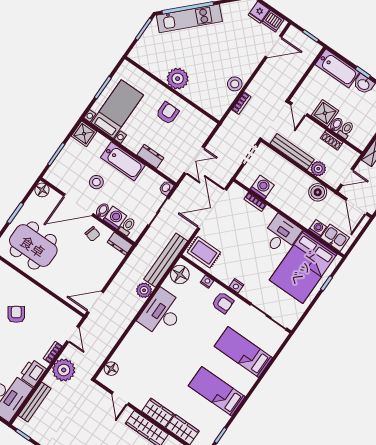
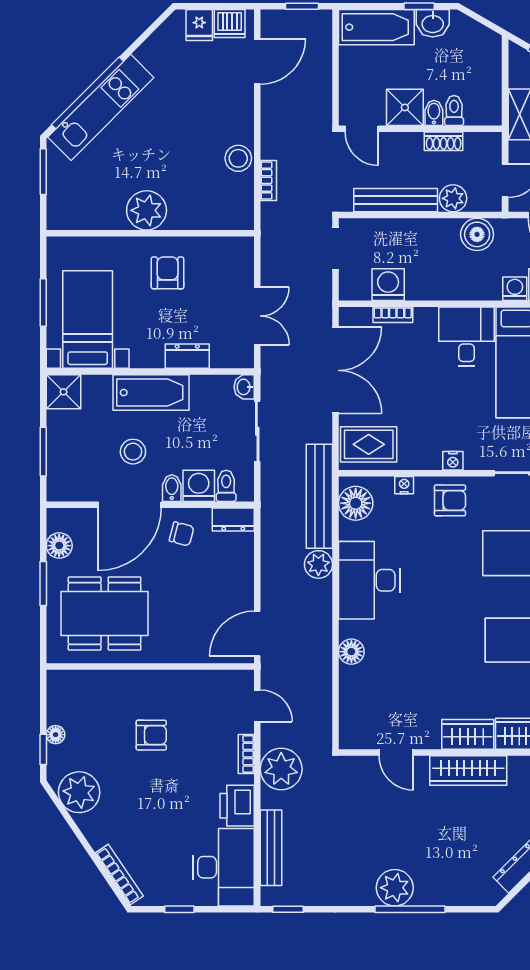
floor lamp: (42, 190) -> (59, 546), moved
double door: (212, 209) -> (336, 370), swing flipped
armchair: (16, 314) -> (151, 735), turned 125
floor lamp: (111, 369) -> (351, 652), moved

